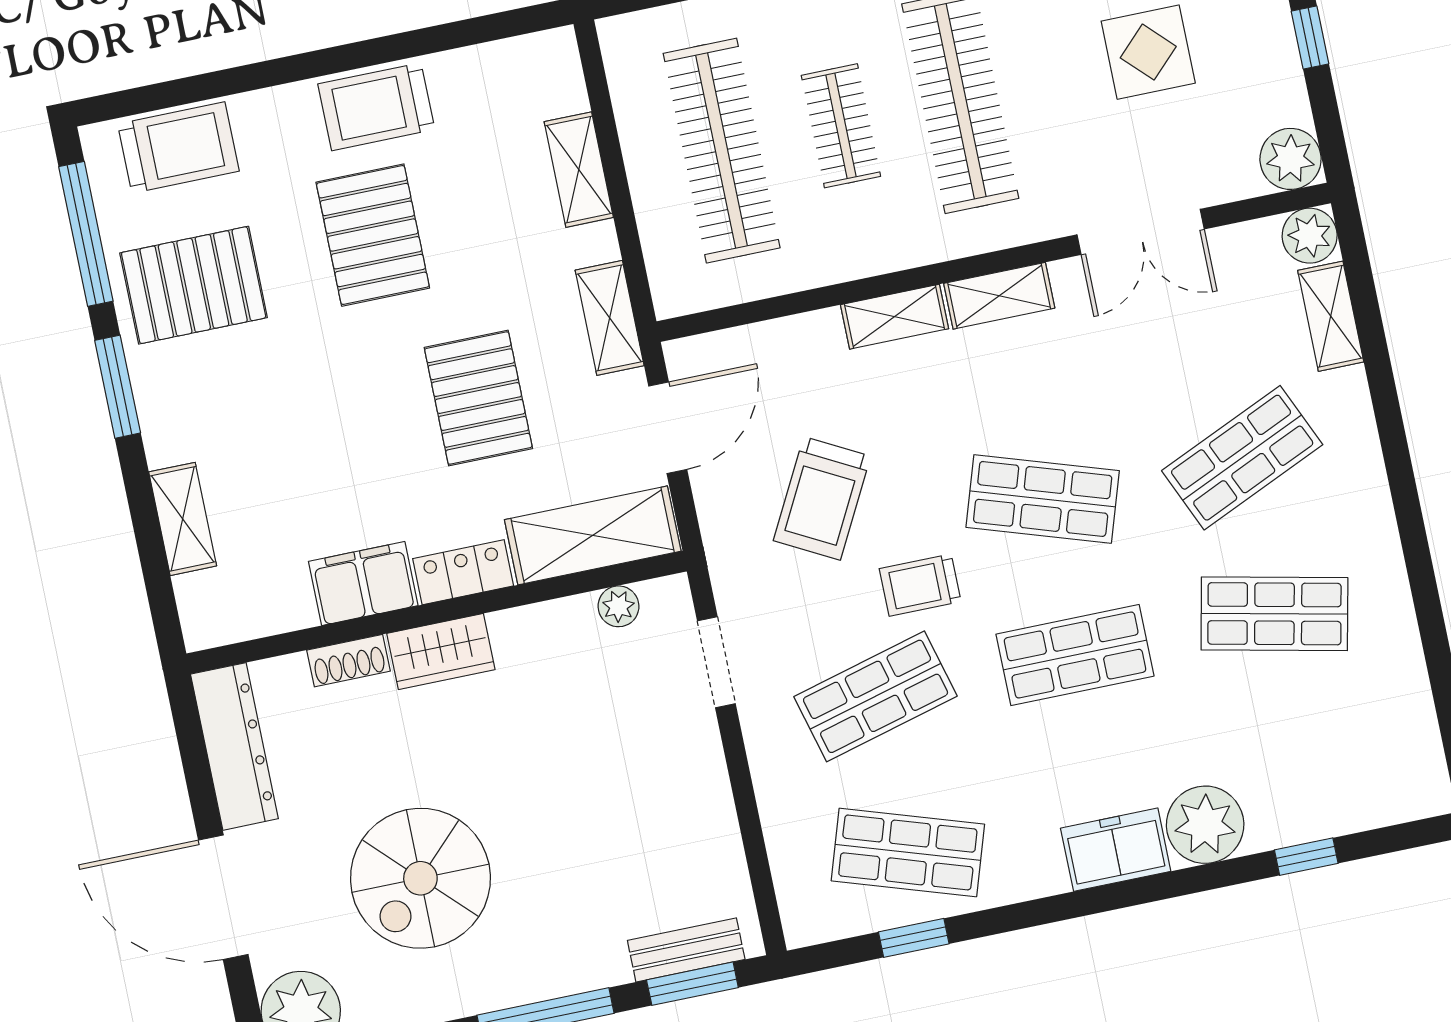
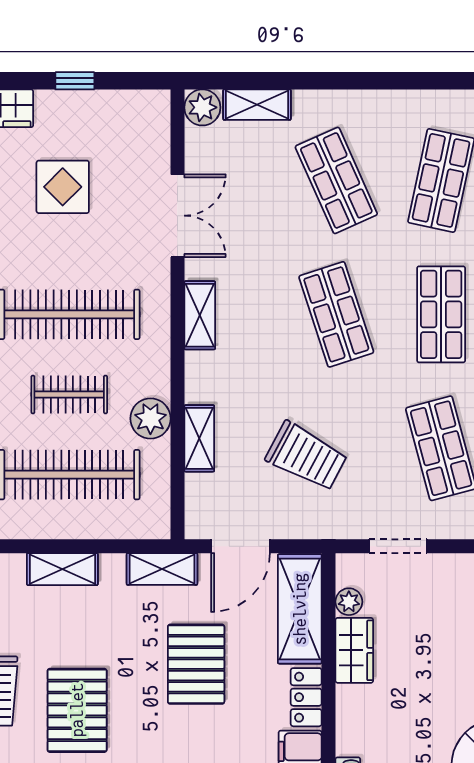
plant: (1291, 159) -> (150, 419), moved
pallet: (373, 235) -> (77, 710), turned 90
shelving: (895, 317) -> (199, 438), moved
pallet: (478, 398) -> (196, 664), turned 90
door: (668, 428) -> (240, 546), swing flipped
shop shelf: (1043, 499) -> (336, 314), turned -36
trolley: (920, 585) -> (375, 405), removed
wardrobe: (441, 652) -> (354, 650), moved

